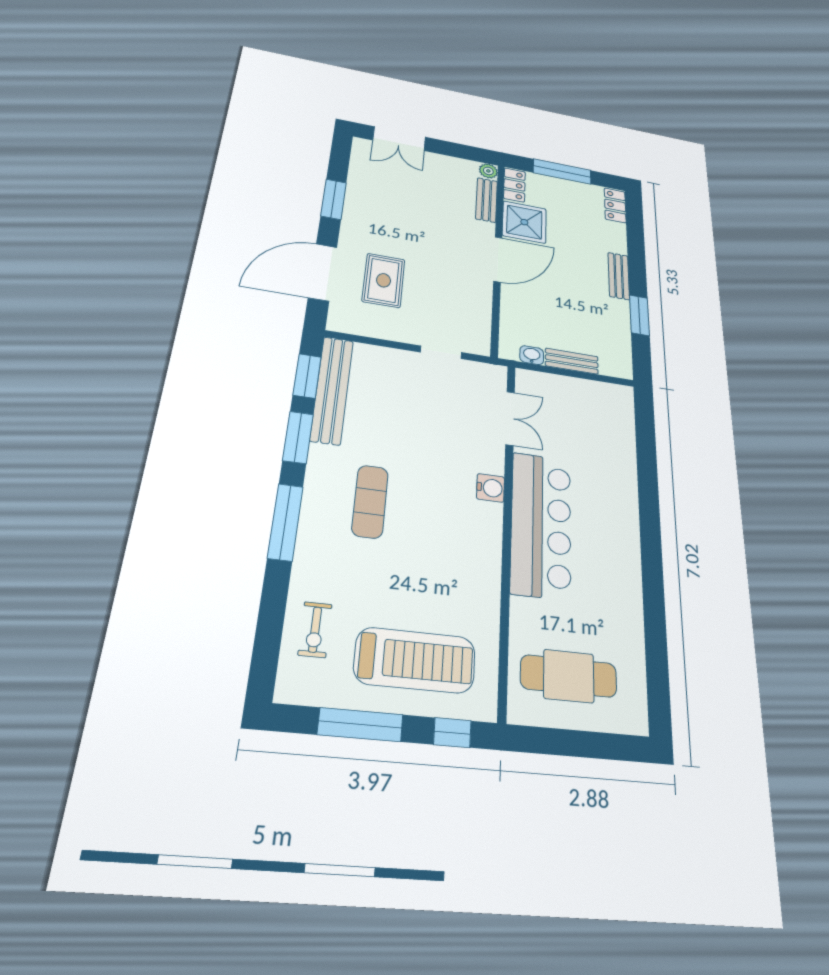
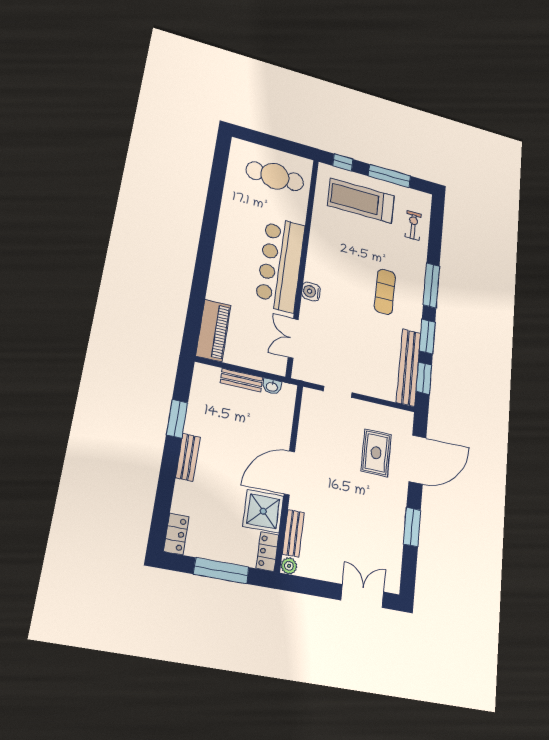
piano: (618, 420) -> (213, 330), added

